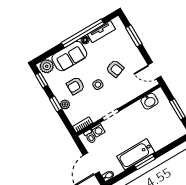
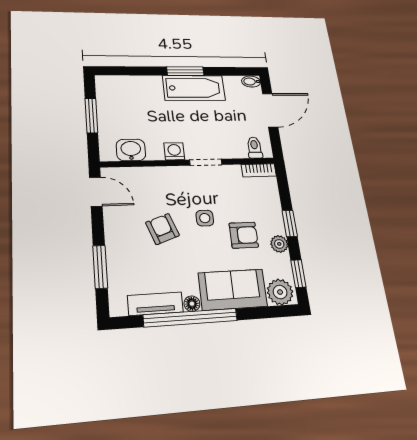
plant: (65, 104) -> (279, 244), moved
washing machine: (98, 130) -> (174, 151), moved

